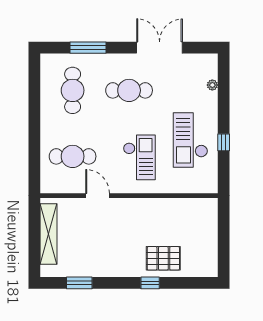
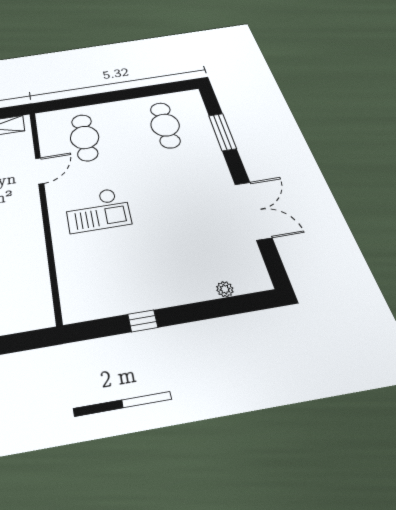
cafe table: (73, 90) -> (165, 125), turned 90
cafe table: (129, 90) -> (183, 184), removed
checkout: (190, 140) -> (136, 272), removed

